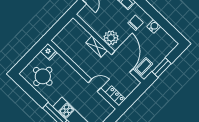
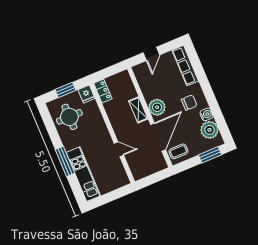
plant: (162, 38) -> (210, 130), added
window: (30, 56) -> (65, 90), added
window: (162, 68) -> (210, 155), moved
locker: (115, 96) -> (103, 91), moved

